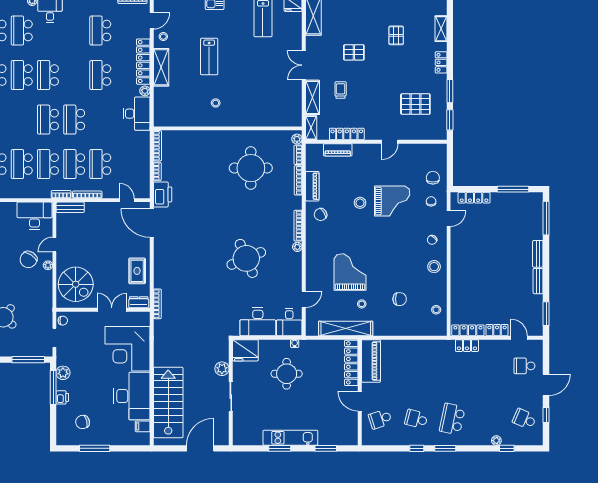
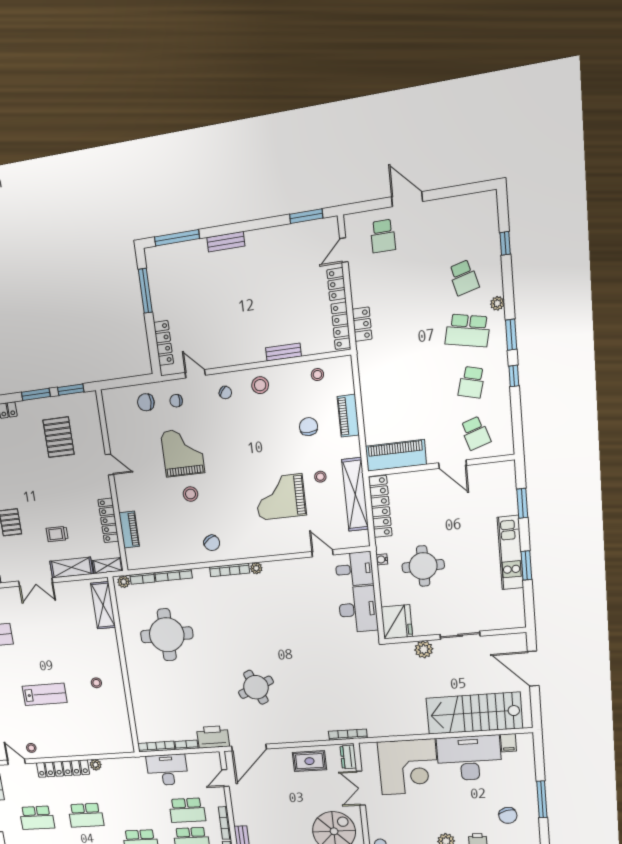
shelving: (161, 67) -> (103, 605), moved, turned 90
desk: (137, 114) -> (167, 770), moved
piano: (312, 186) -> (348, 416), moved, turned -90
round table: (246, 258) -> (256, 687), moved, width x0.73, depth x0.73
bench: (538, 281) -> (283, 352), moved
locker: (351, 363) -> (380, 507), moved, turned -90
door: (360, 401) -> (453, 464), hinge flipped
window: (546, 415) -> (452, 192), removed
school desk: (524, 419) -> (464, 278), moved, turned -39
plant: (496, 441) -> (497, 303), moved

